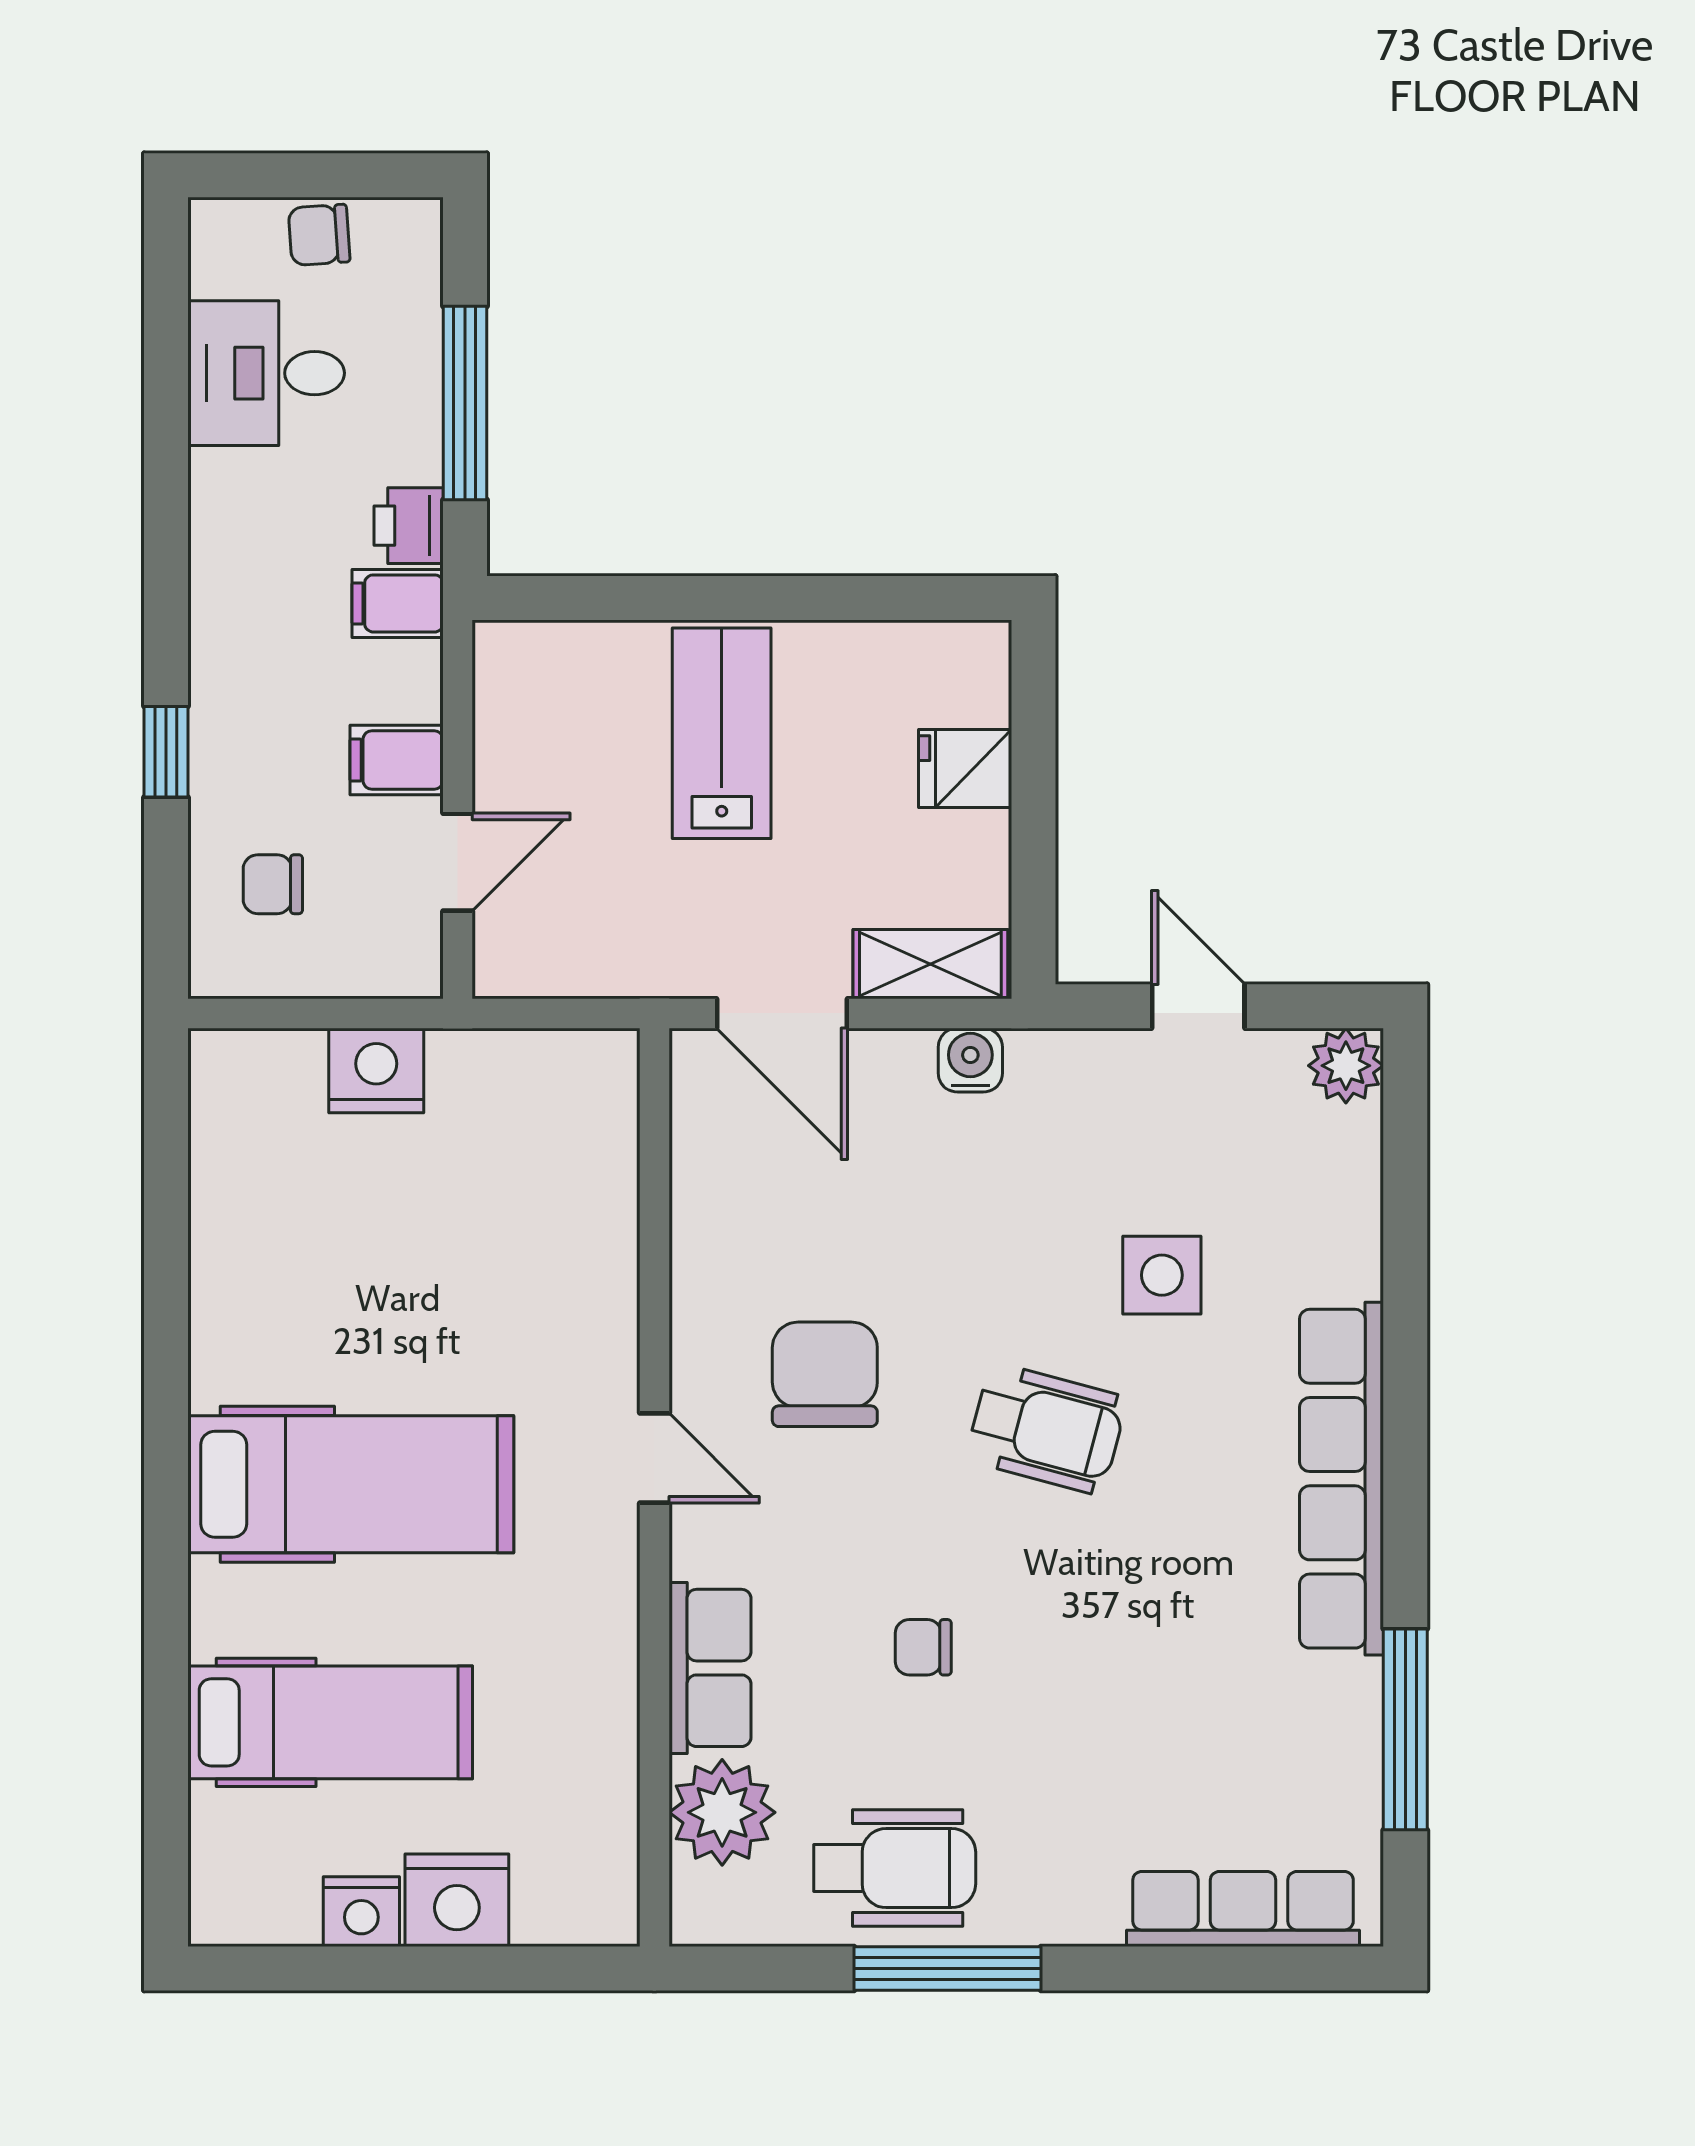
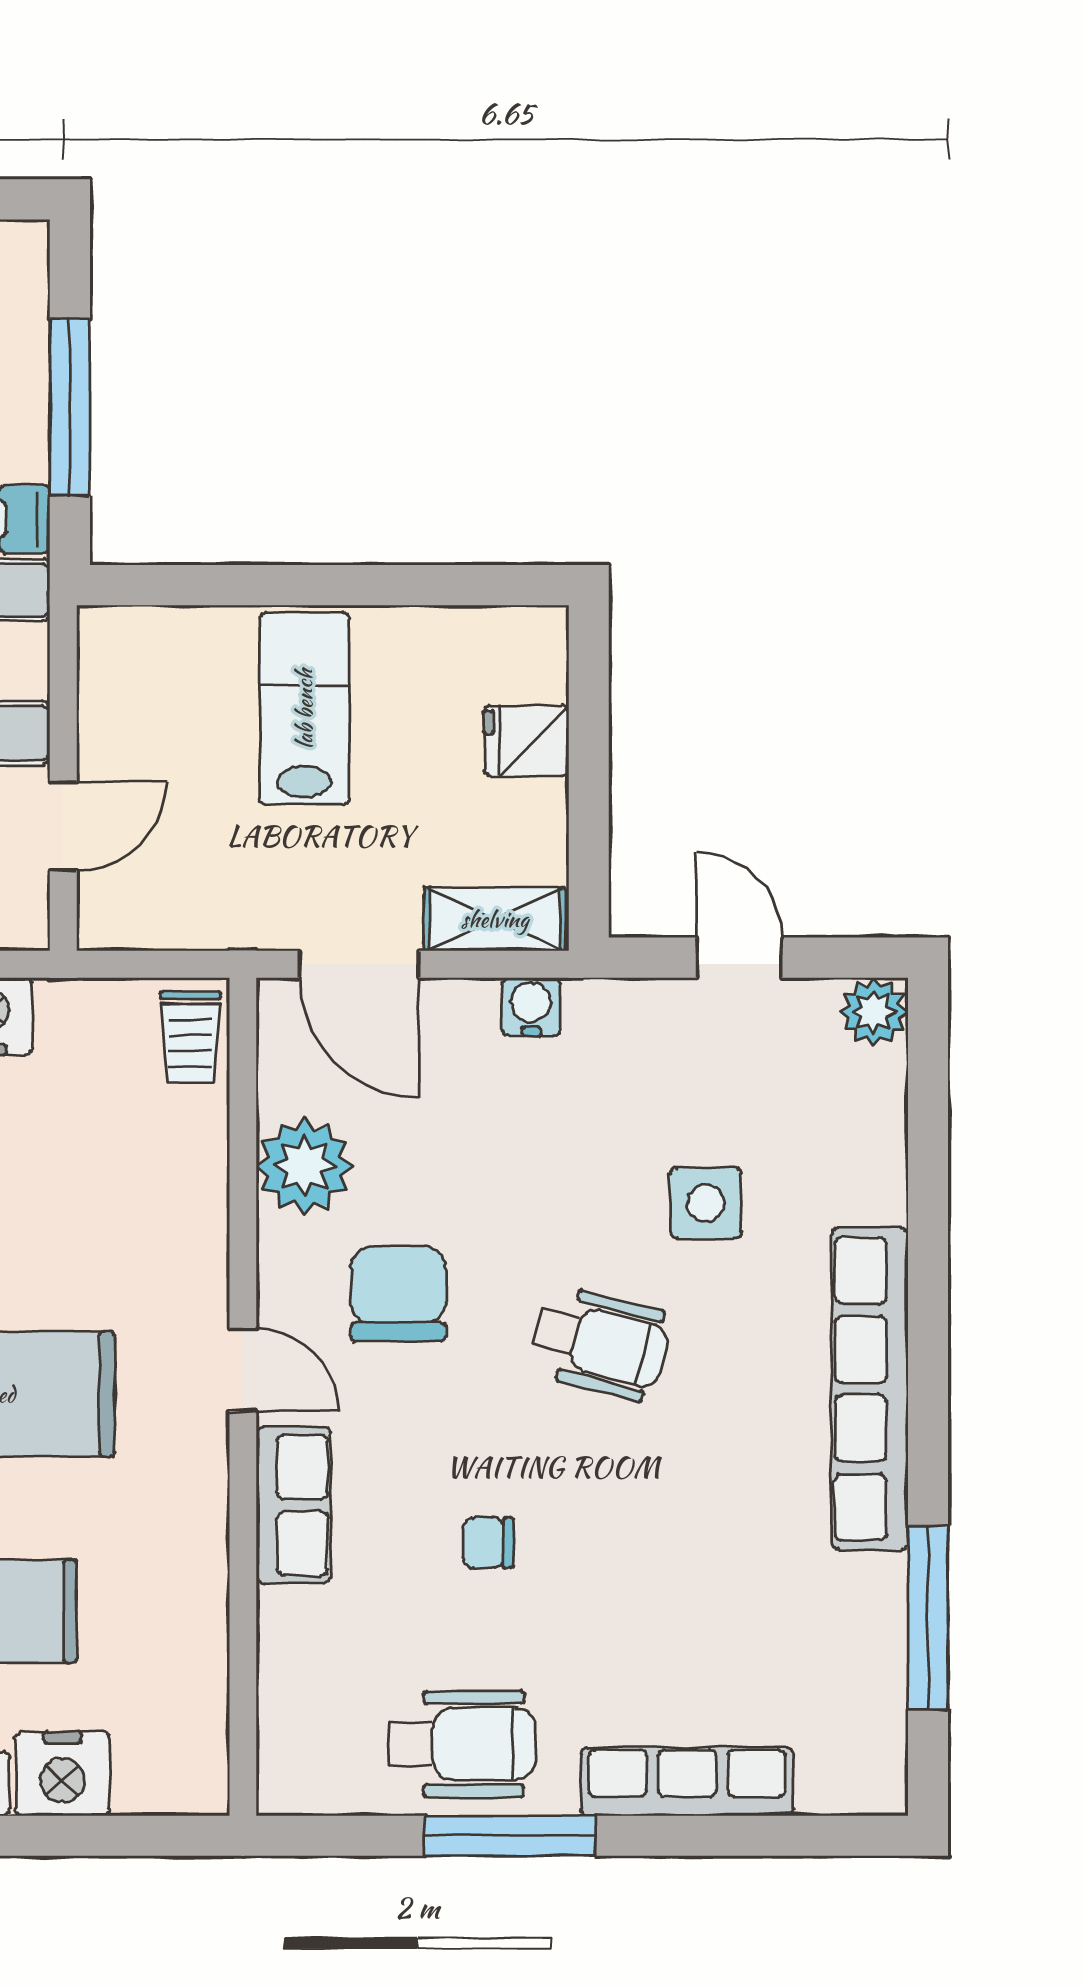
trolley: (597, 1093) -> (190, 1037), added
row of seats: (710, 1668) -> (293, 1505), moved
plant: (722, 1812) -> (304, 1166), moved
row of seats: (1243, 1909) -> (687, 1781), moved

